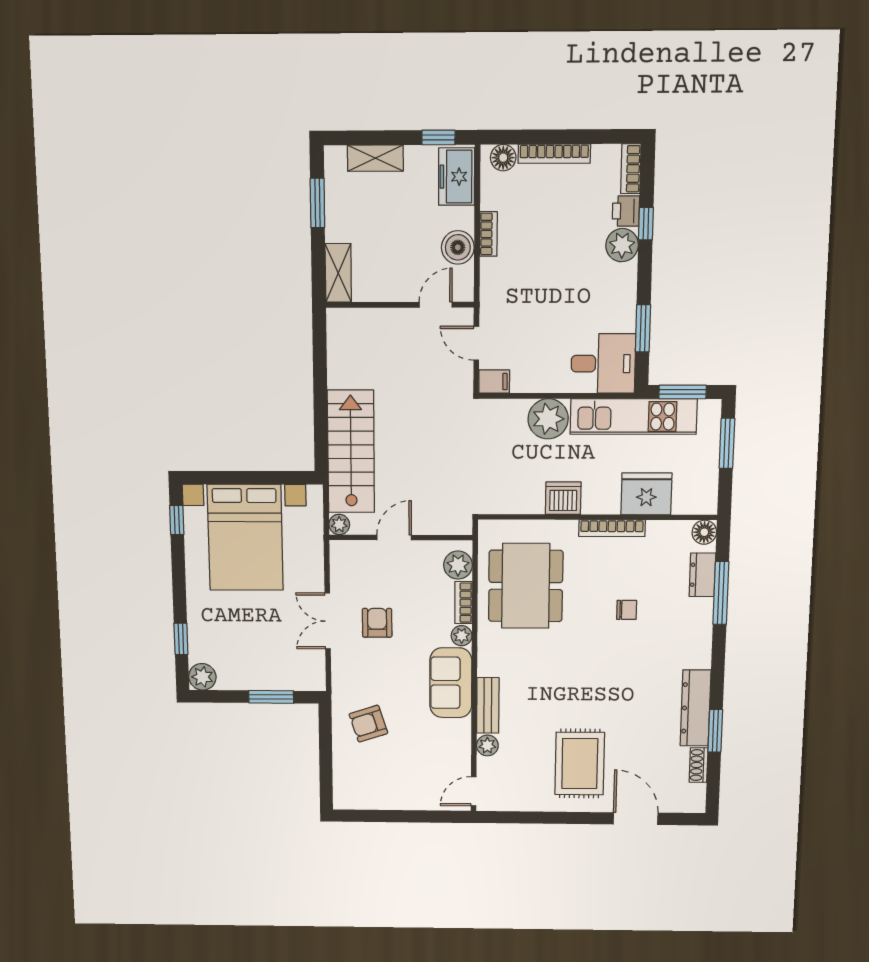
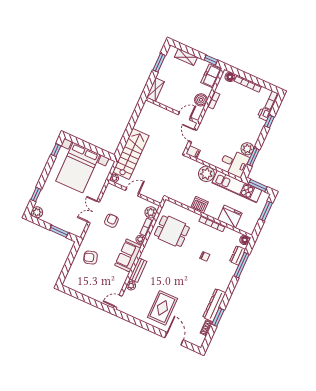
plant: (622, 245) -> (247, 149), moved
dining table: (526, 586) -> (172, 231), width x0.73

